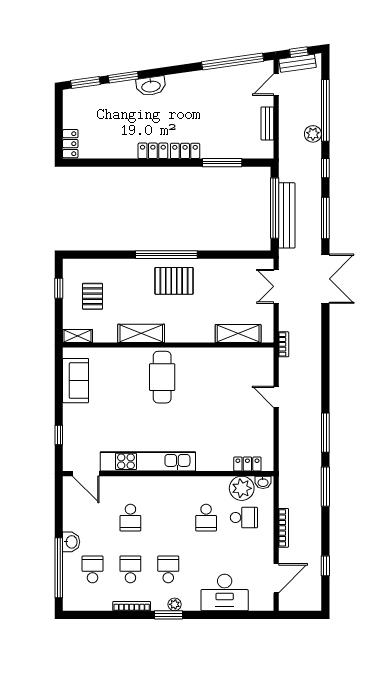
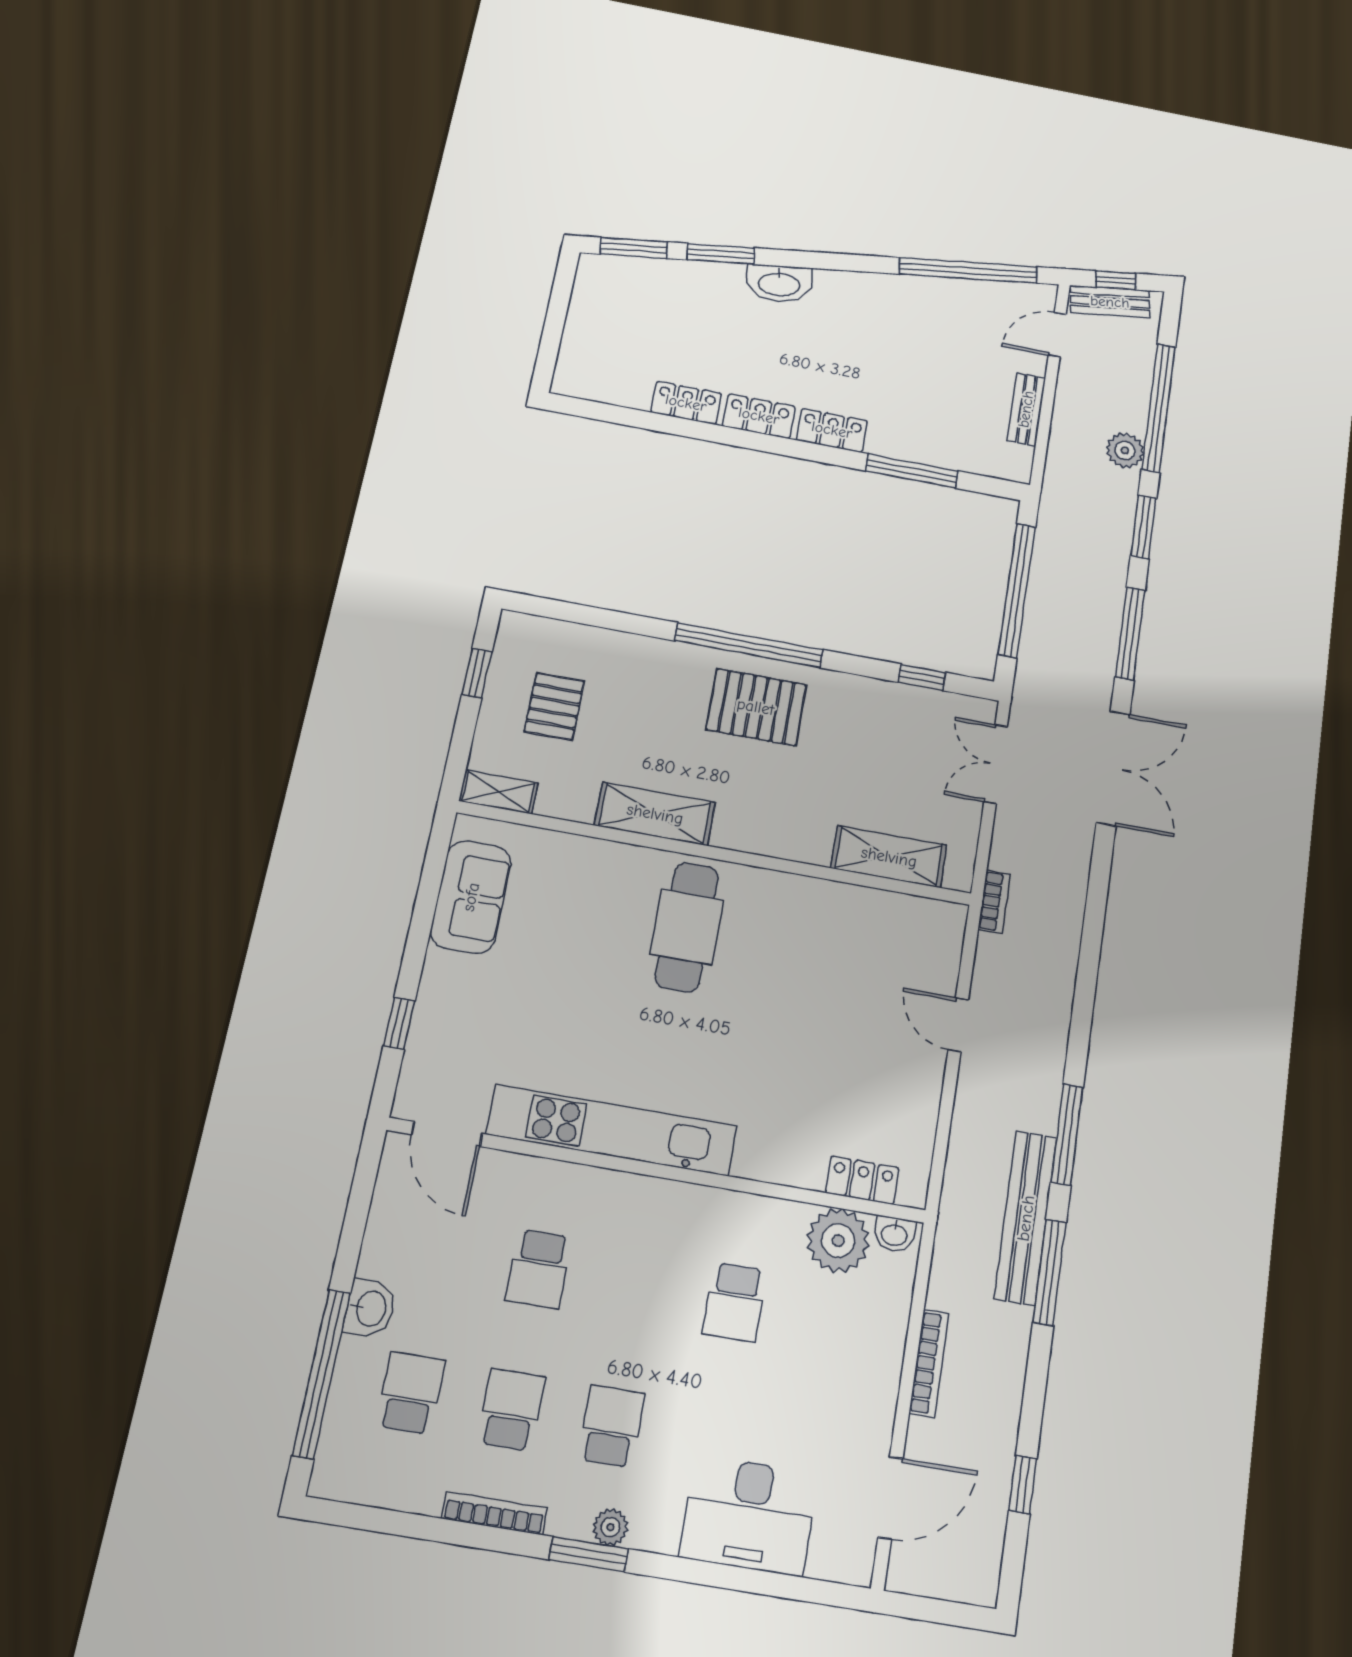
locker: (70, 144) -> (686, 403), moved, turned -90
window: (325, 168) -> (1144, 527), width x1.50
bench: (287, 215) -> (1026, 1218), moved
window: (240, 255) -> (922, 677), added
school desk: (244, 518) -> (832, 1319), removed

